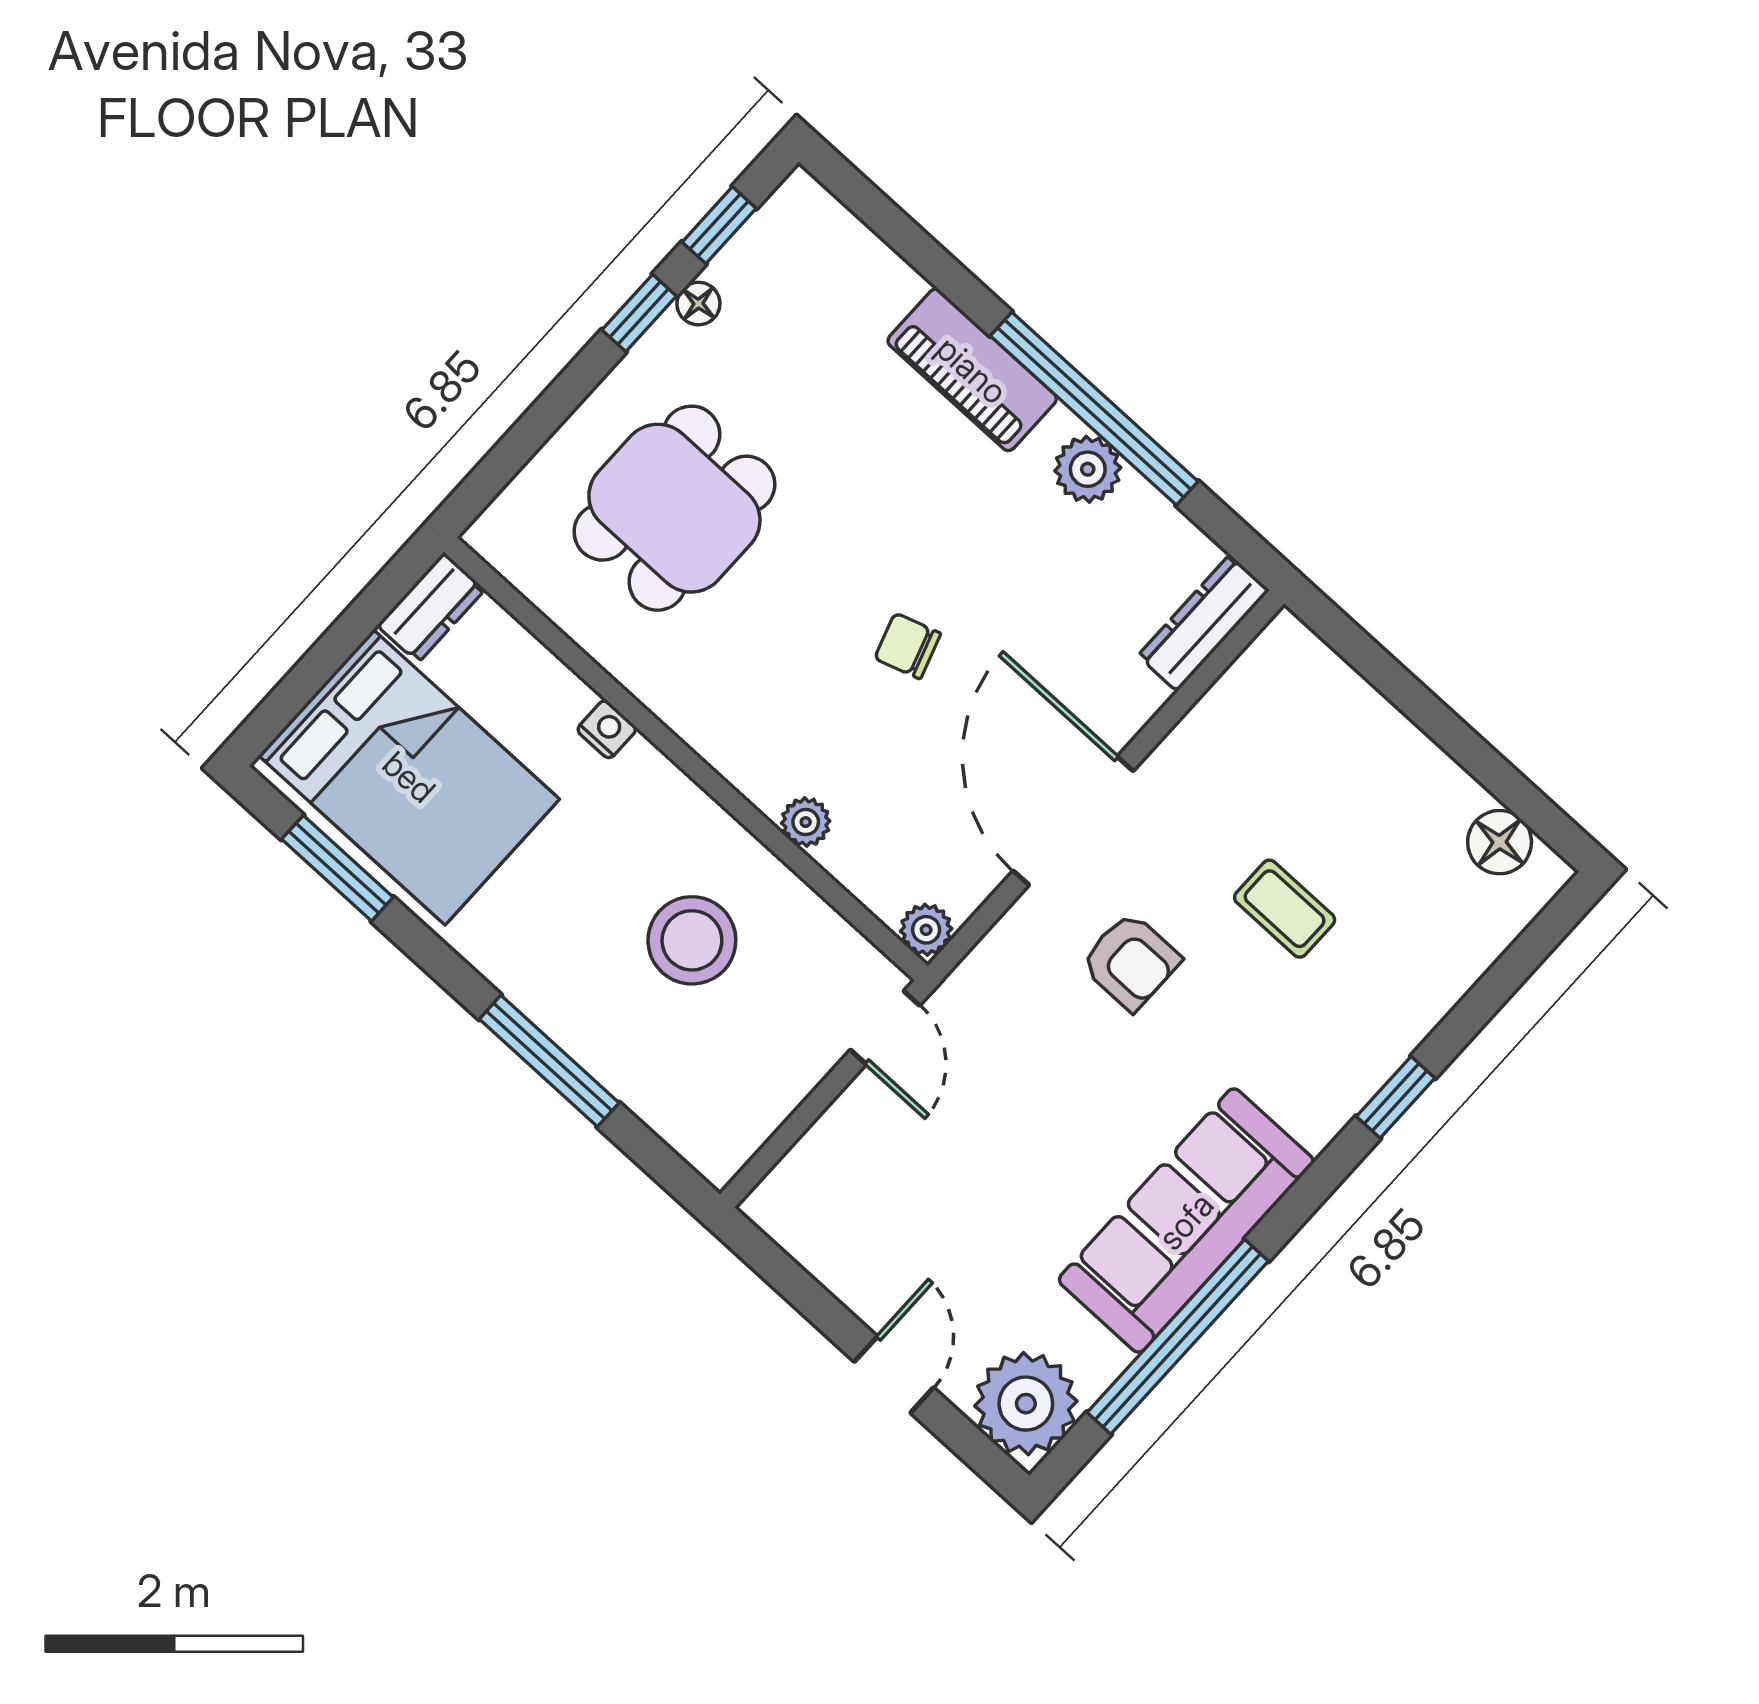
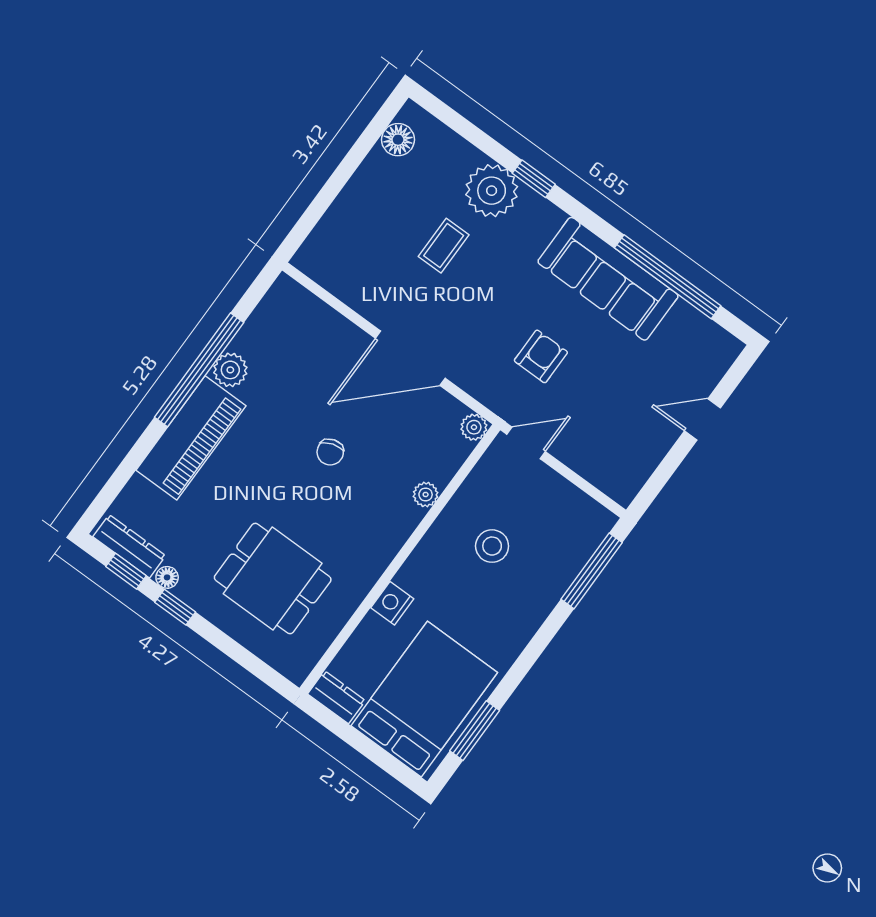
piano: (972, 370) -> (191, 438), width x1.37, depth x1.33
dresser: (1204, 623) -> (129, 546), moved, turned 180
nightstand: (607, 729) -> (392, 603), width x1.39, depth x1.35
stool: (692, 940) -> (492, 546), width x0.73, depth x0.73
armchair: (1131, 961) -> (541, 356), moved
window: (549, 1061) -> (592, 571), moved
plant: (1026, 1404) -> (492, 191), moved

